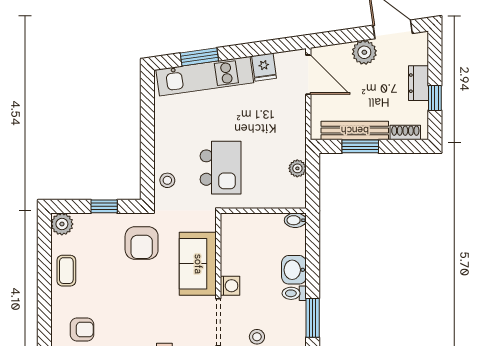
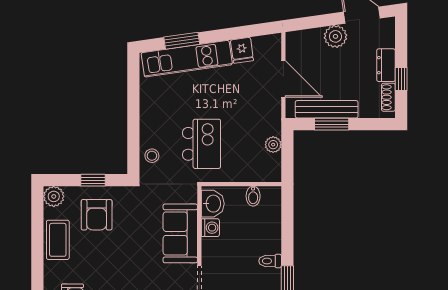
door: (308, 75) -> (283, 79), moved
shoe rack: (405, 133) -> (388, 97), moved, turned -90
bidet: (295, 220) -> (253, 196), moved, turned -90
armchair: (142, 243) -> (97, 215), moved
washbasin: (294, 270) -> (213, 204), moved, turned 180
coffee table: (66, 271) -> (58, 240), width x1.36, depth x1.30
washing machine: (230, 286) -> (210, 228), moved

